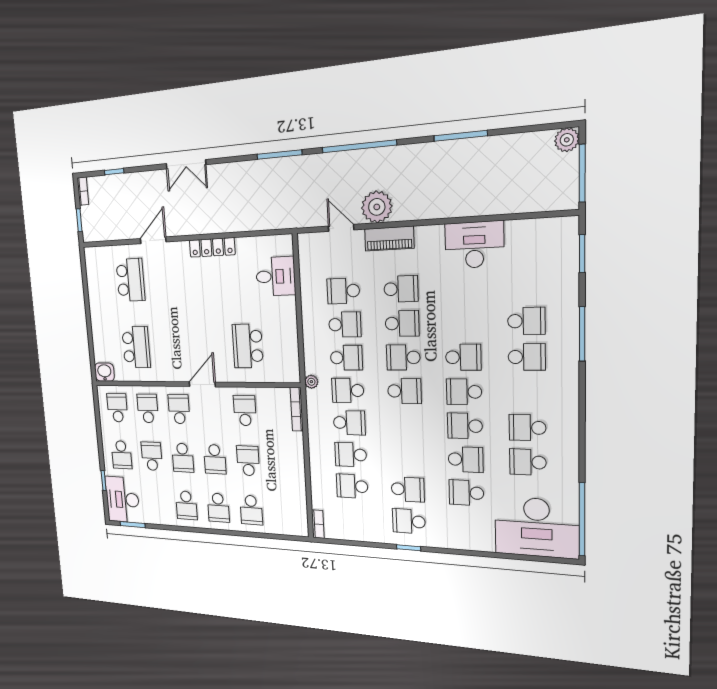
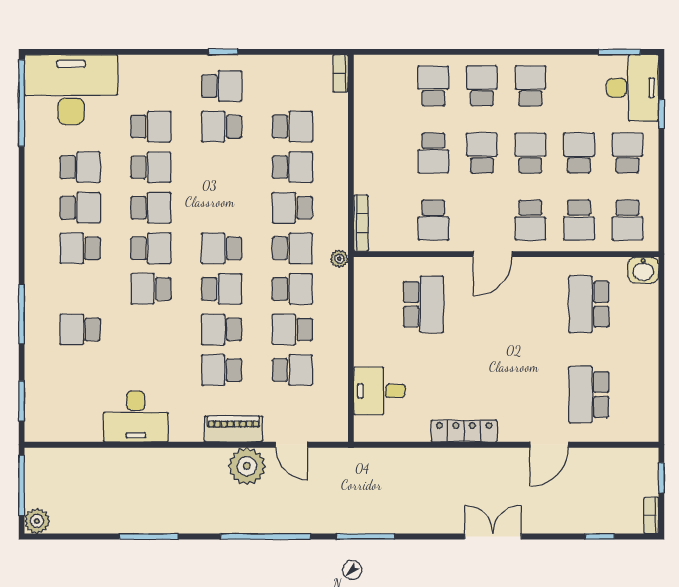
school desk: (527, 357) -> (80, 248), moved
school desk: (346, 358) -> (292, 289), turned 180
school desk: (152, 456) -> (579, 153), turned 180
school desk: (466, 459) -> (151, 167), turned 180

